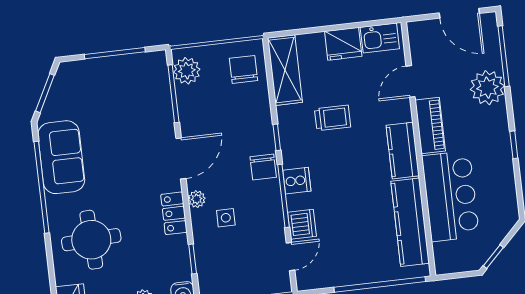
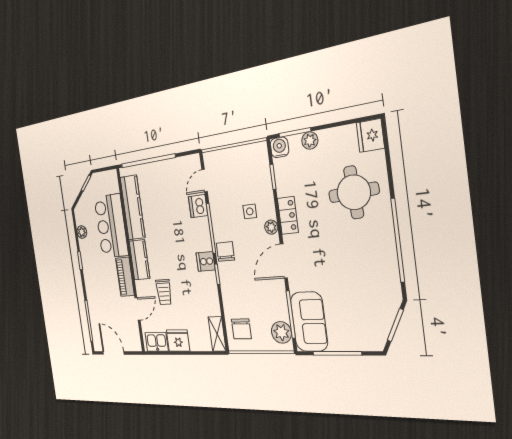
shelving: (285, 70) -> (217, 334), width x0.67, depth x0.75
plant: (487, 88) -> (82, 232), moved, width x0.53, depth x0.53
trolley: (333, 118) -> (164, 292), moved, turned -90
sofa: (61, 157) -> (309, 322), moved, turned 180
cooker: (297, 181) -> (206, 261), moved

